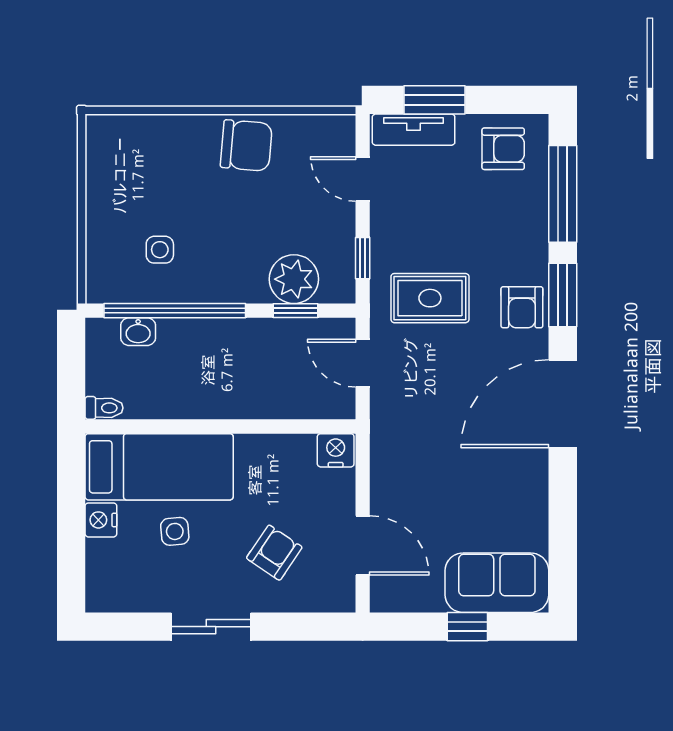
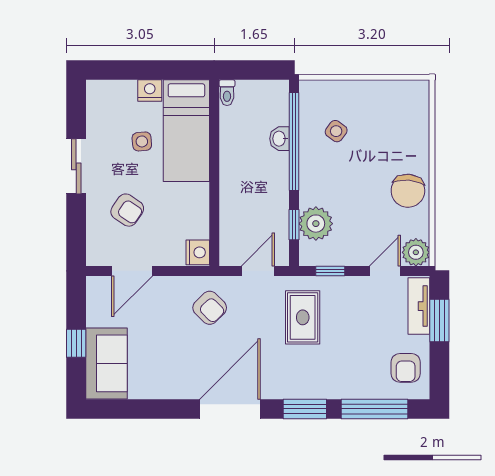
plant: (336, 134) -> (416, 252), added
side table: (160, 250) -> (336, 131), turned 36
armchair: (522, 307) -> (210, 308), moved, turned -135
washbasin: (138, 332) -> (280, 139), moved
door: (563, 404) -> (230, 409), hinge flipped

